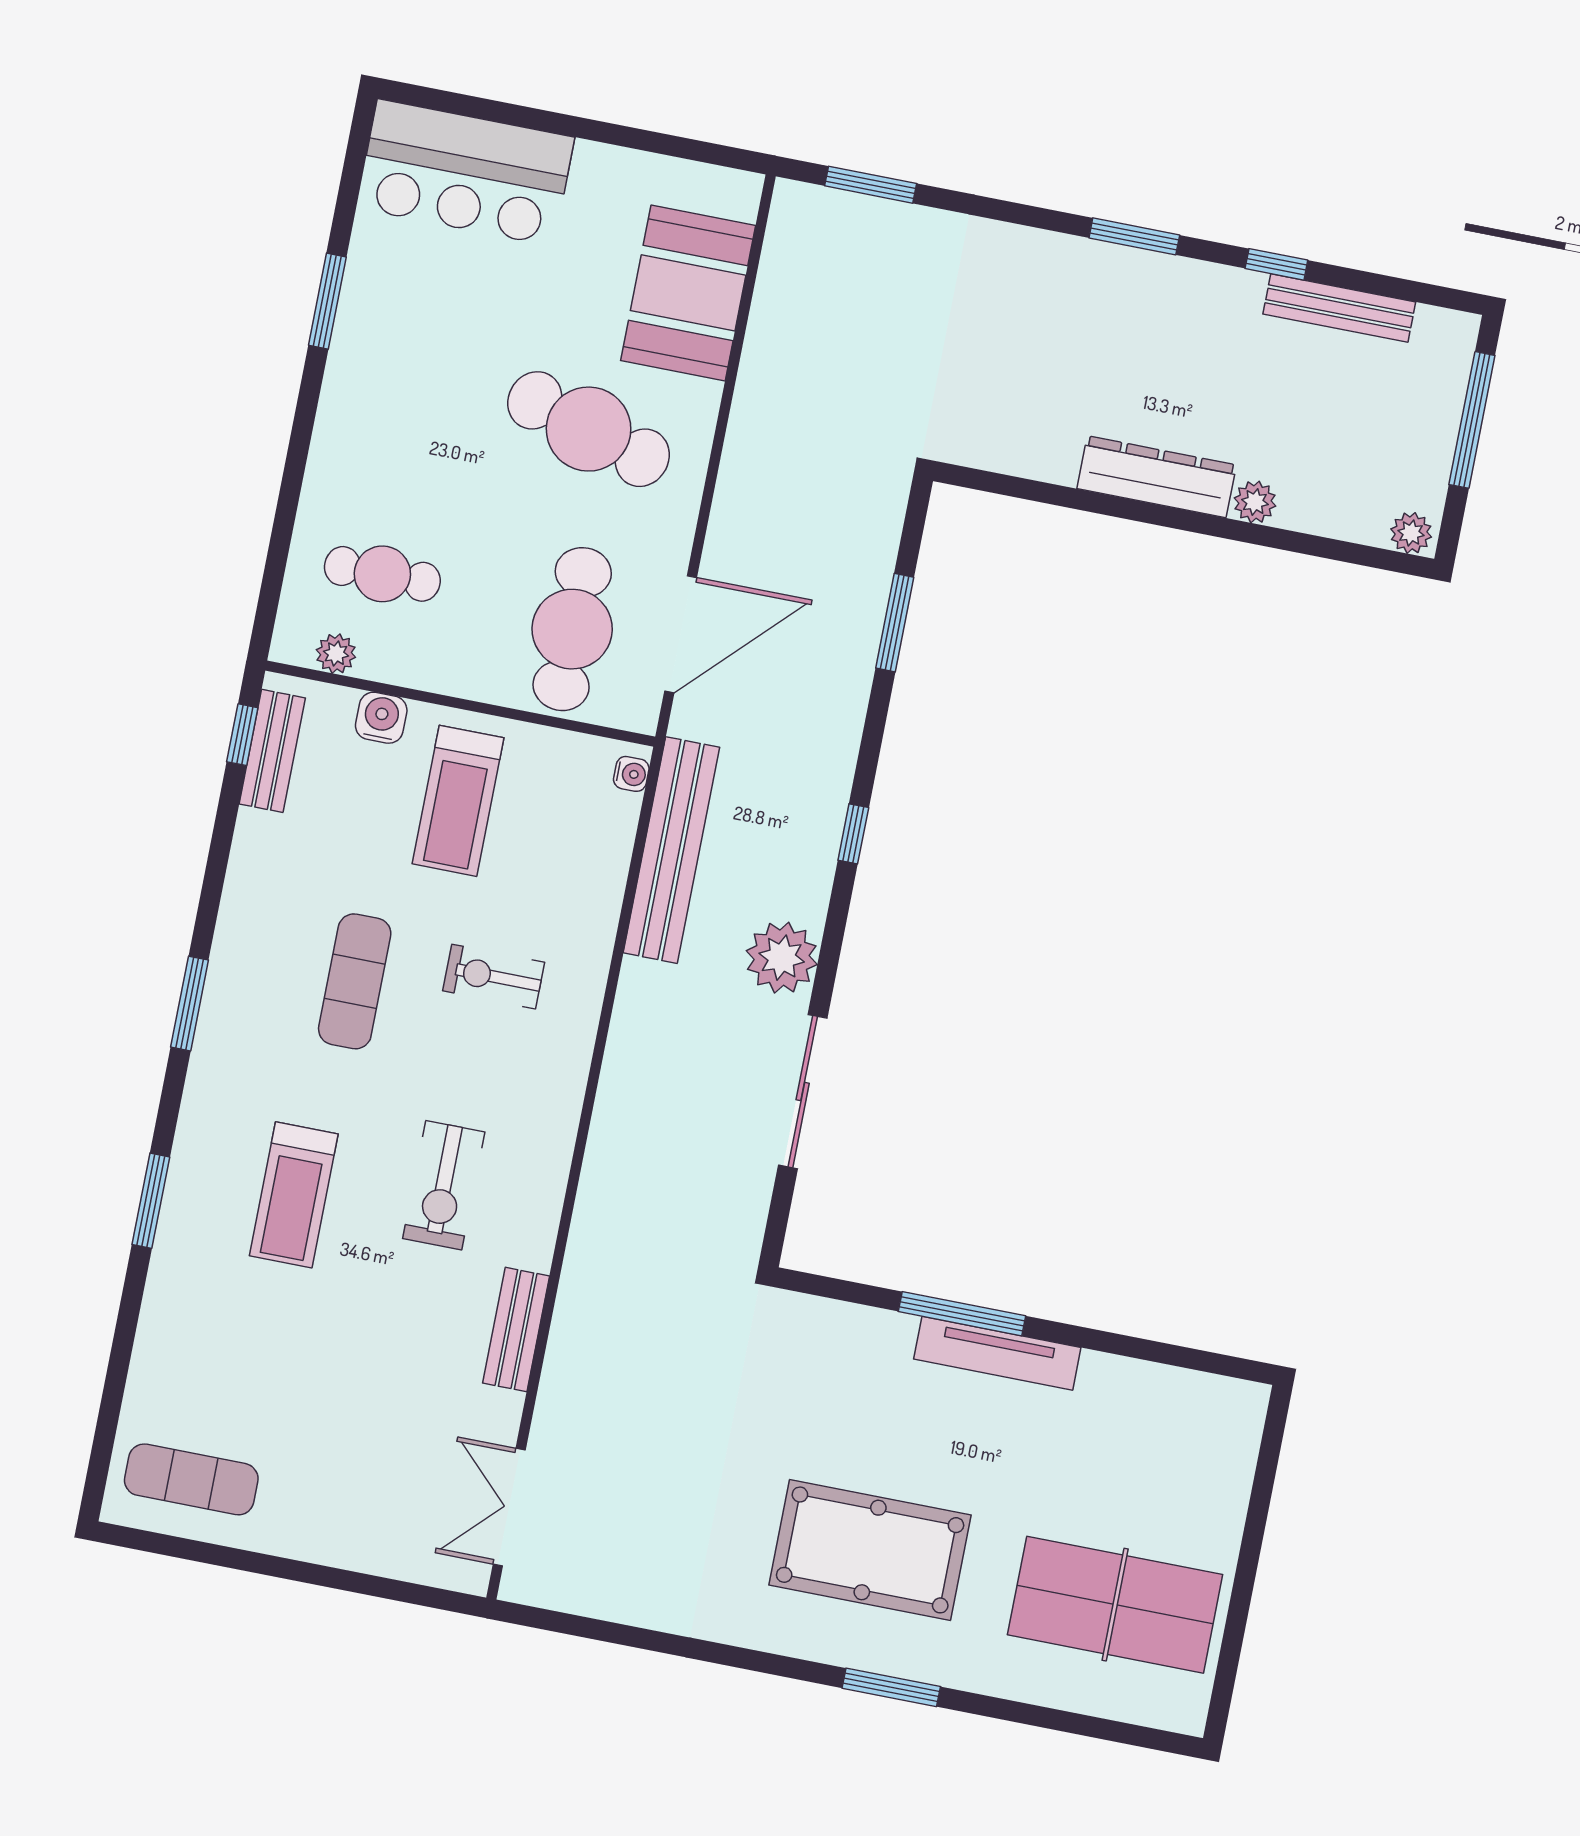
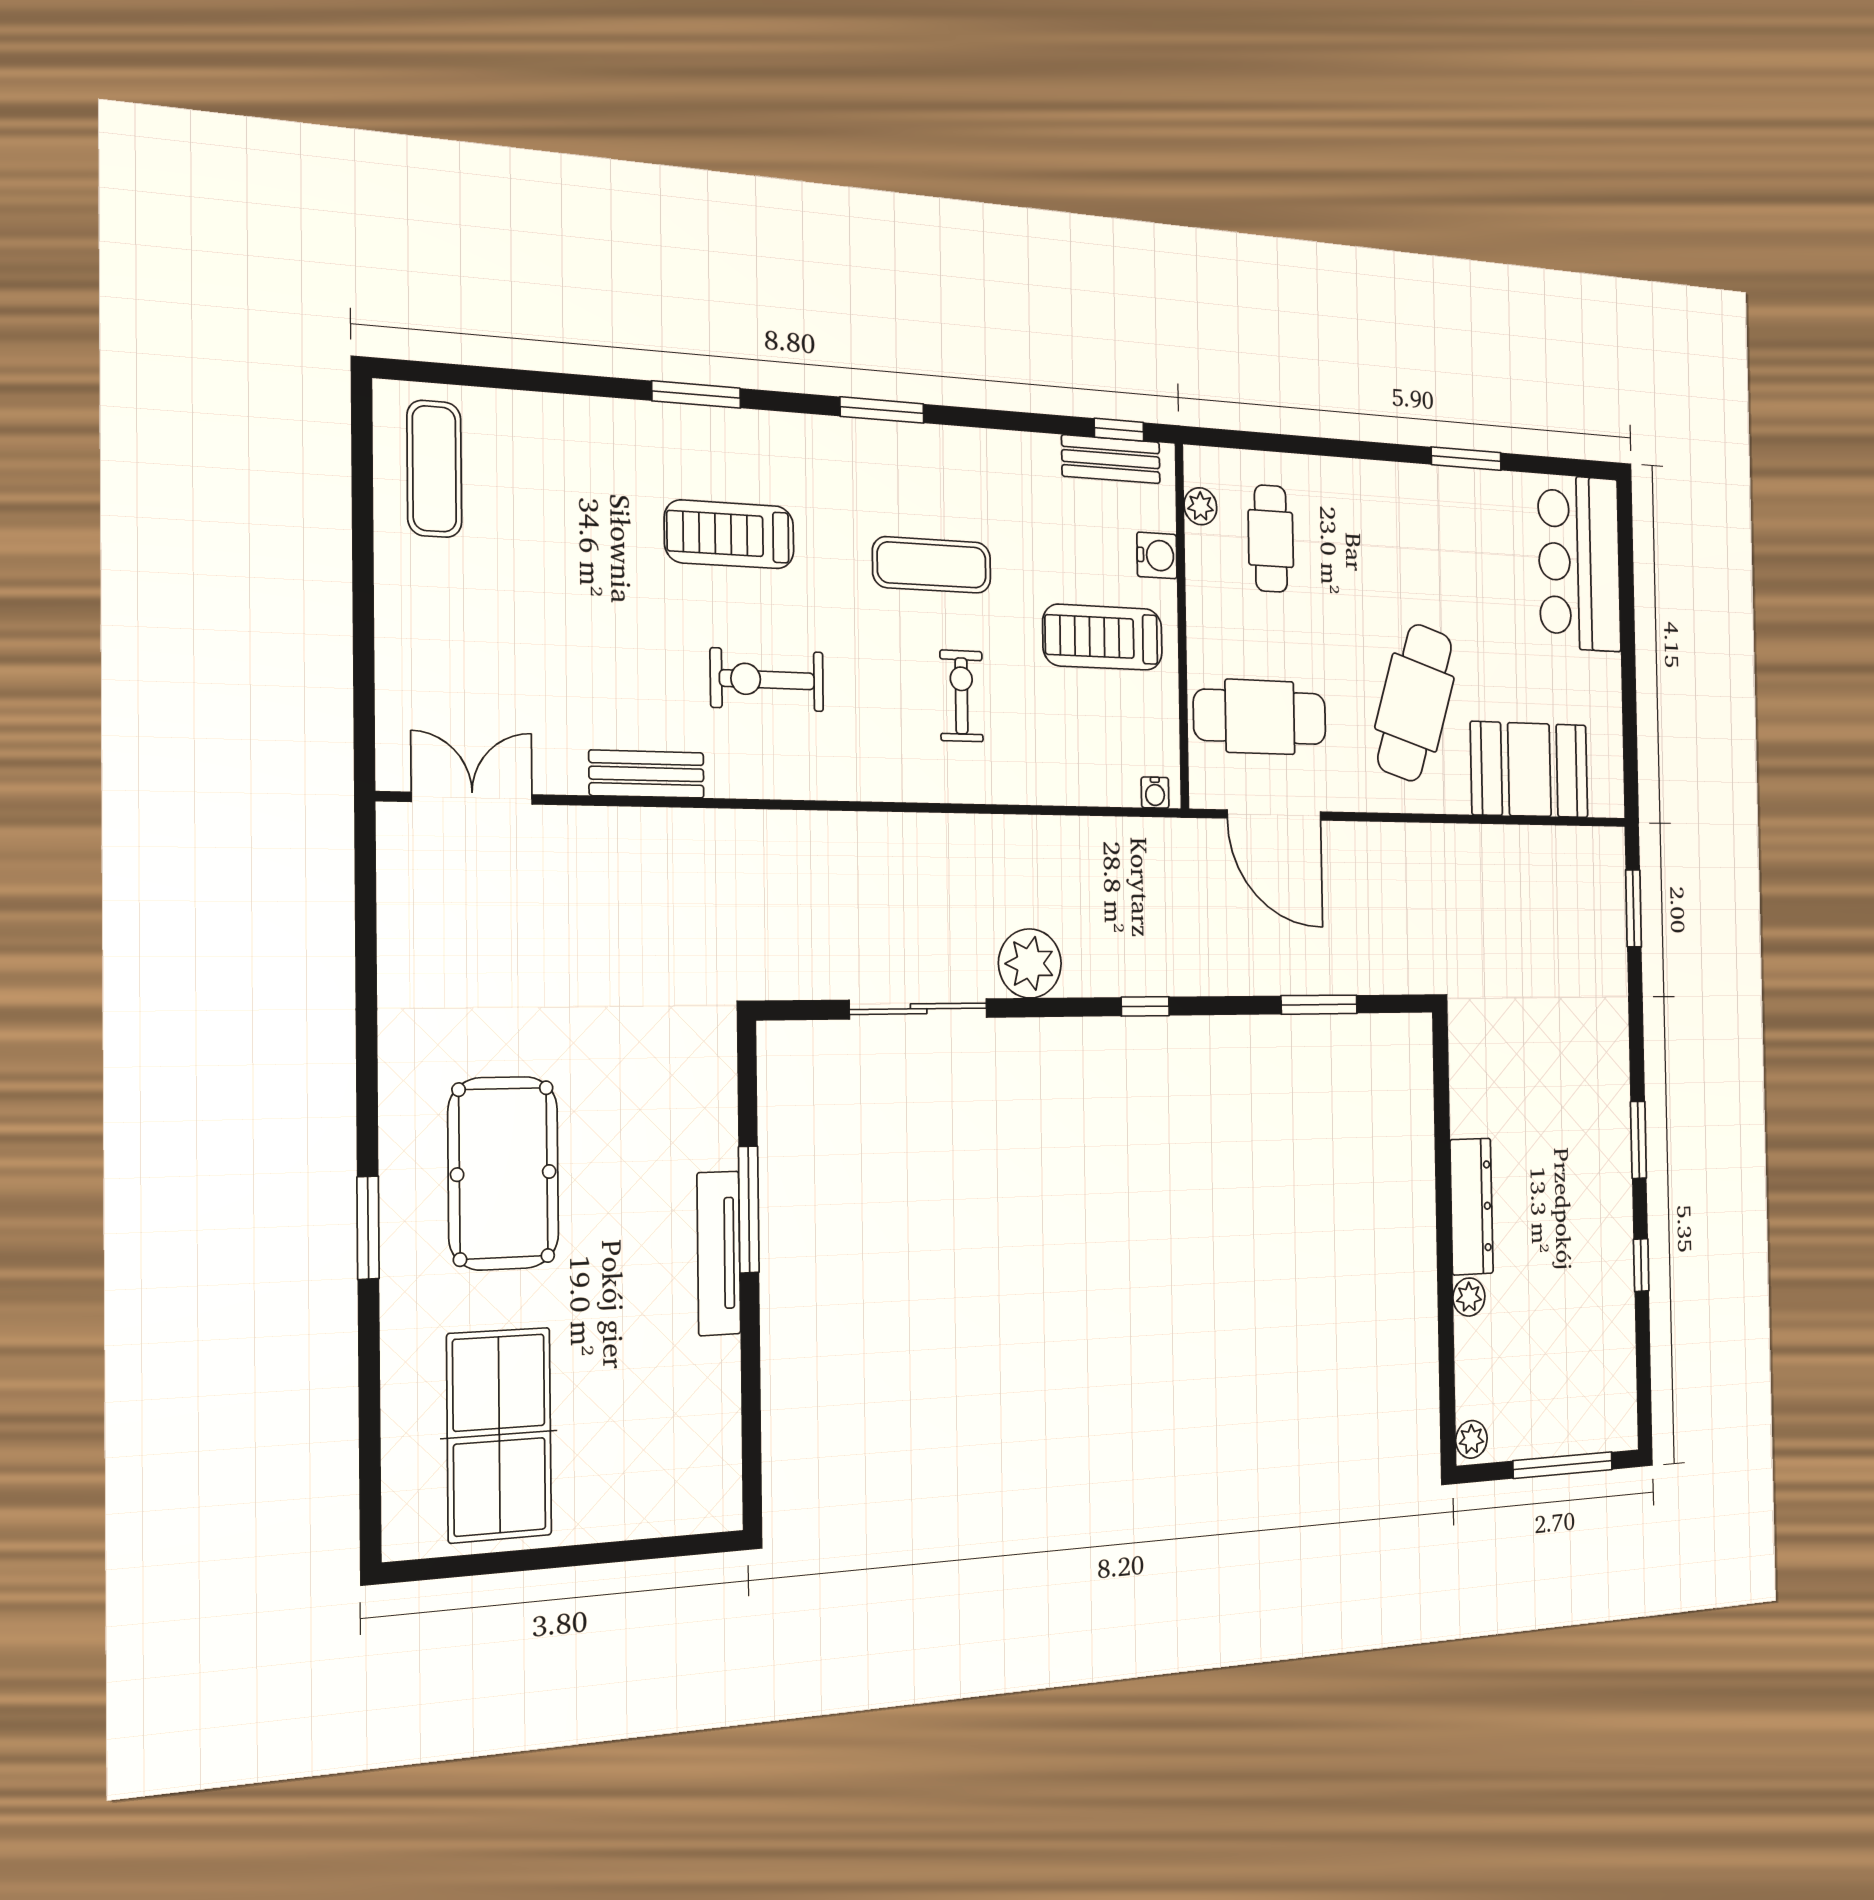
bench: (1339, 308) -> (1621, 1327), removed
bench: (671, 850) -> (1100, 842), removed

